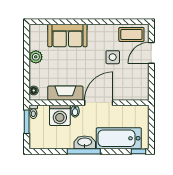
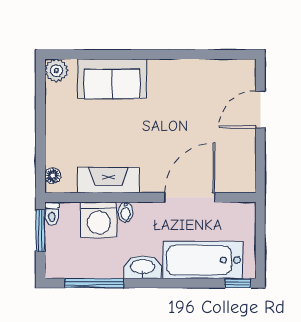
coffee table: (131, 34) -> (225, 77), removed
plant: (36, 57) -> (56, 70), moved
side table: (113, 57) -> (192, 117), removed
door: (99, 103) -> (190, 197), moved
window: (84, 151) -> (94, 283), moved

